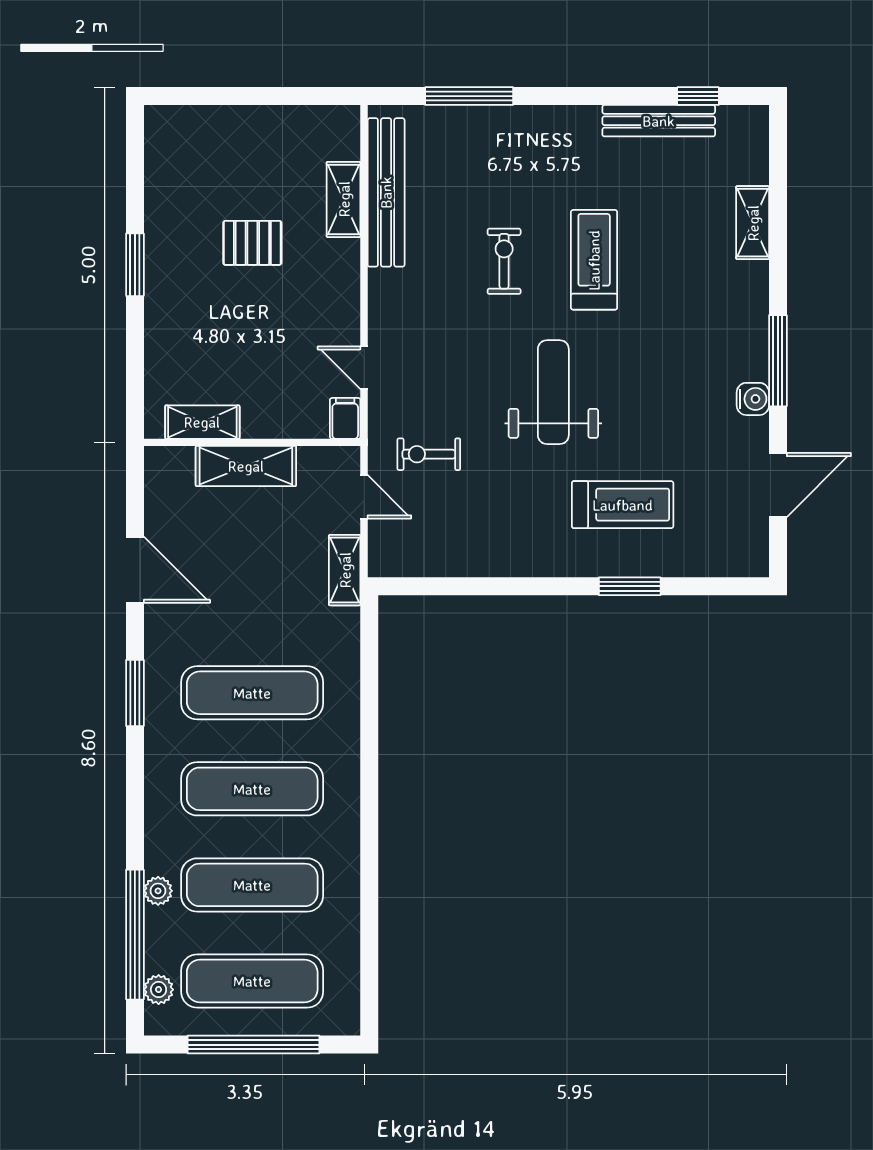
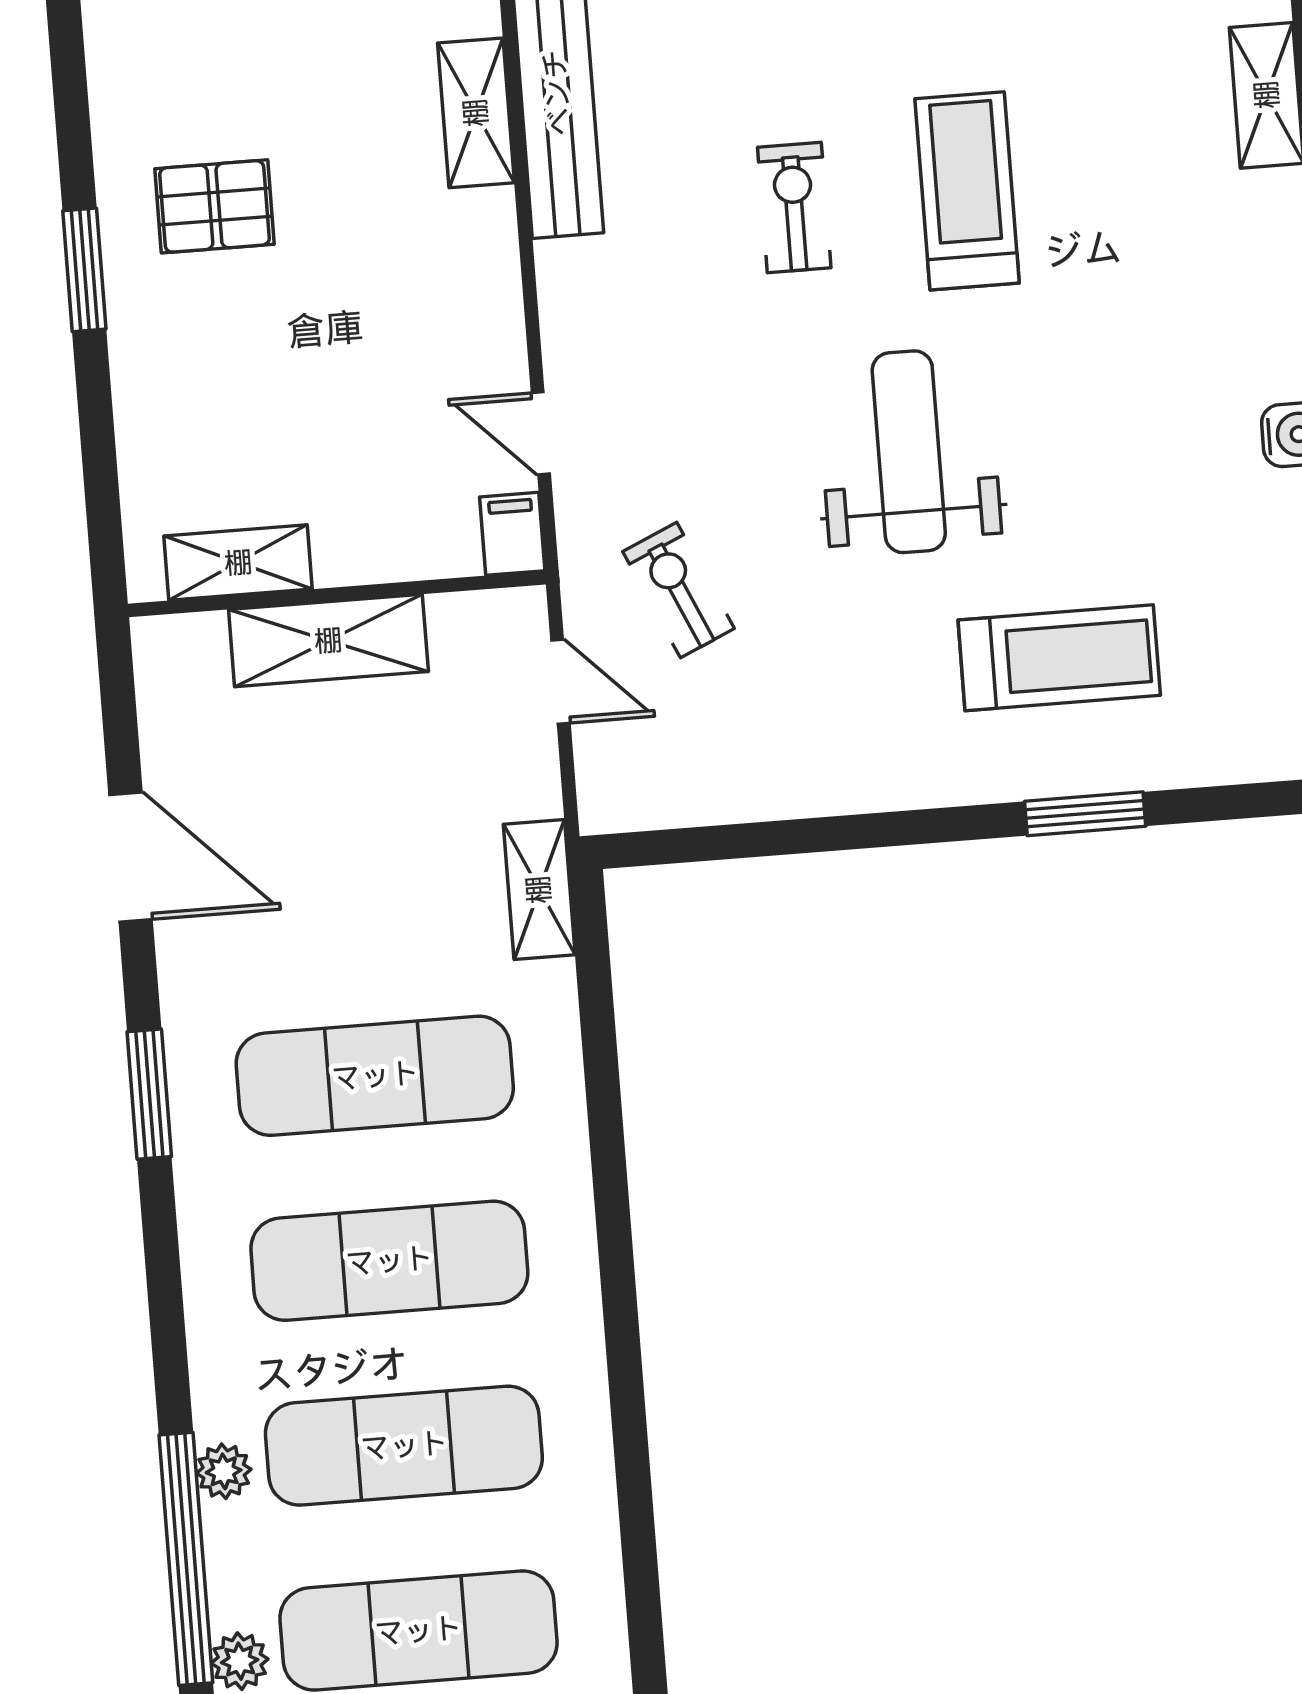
pallet: (252, 243) -> (214, 206), moved
exercise bike: (429, 454) -> (679, 590), turned 66
shelving: (345, 570) -> (539, 890), moved

